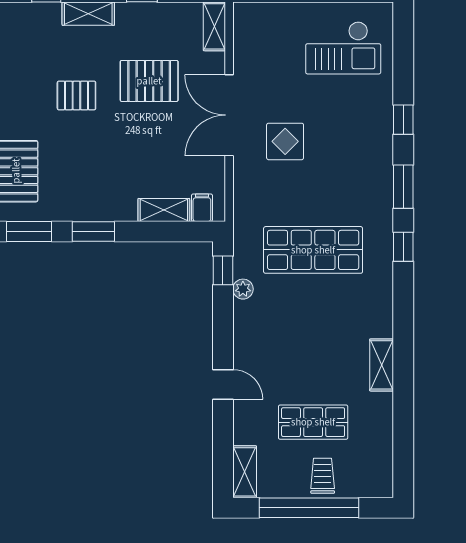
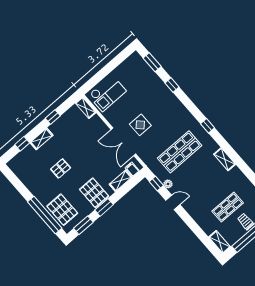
checkout: (343, 48) -> (107, 93), moved
pallet: (149, 81) -> (94, 193), moved, turned 90
double door: (229, 115) -> (123, 142), moved
window: (403, 187) -> (152, 62), moved
shelving: (382, 365) -> (225, 159), moved
door: (223, 384) -> (173, 202), moved

